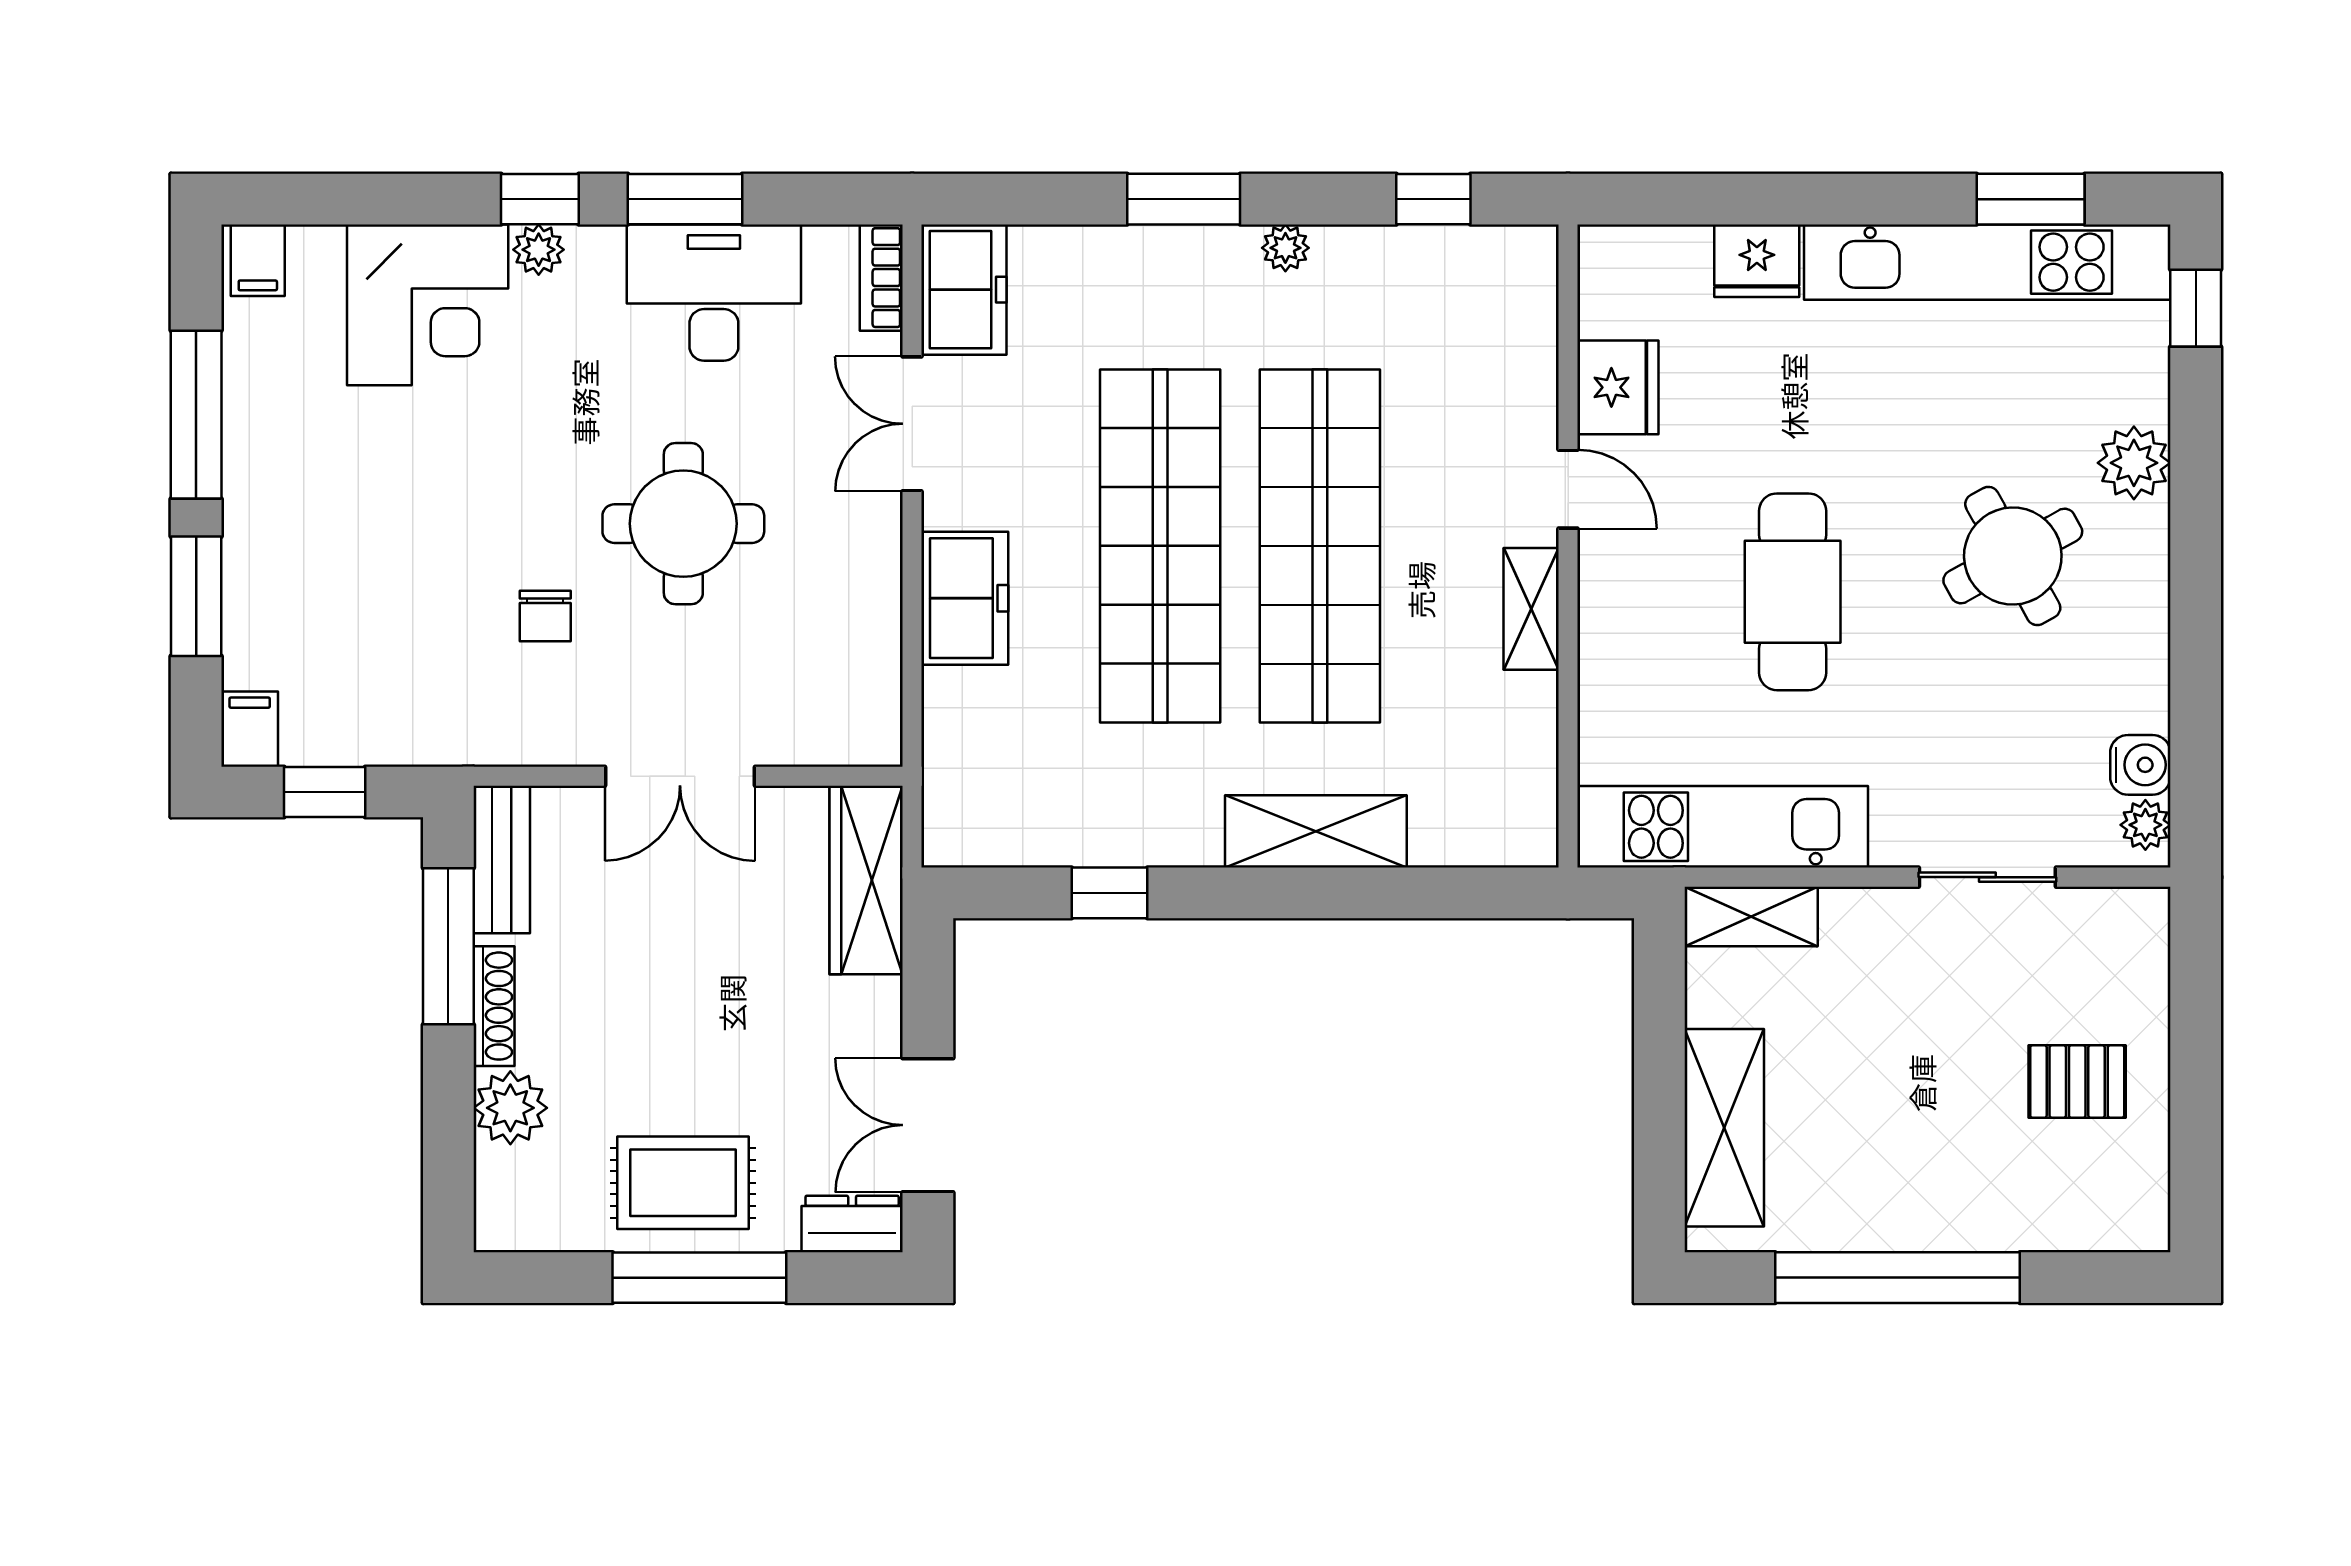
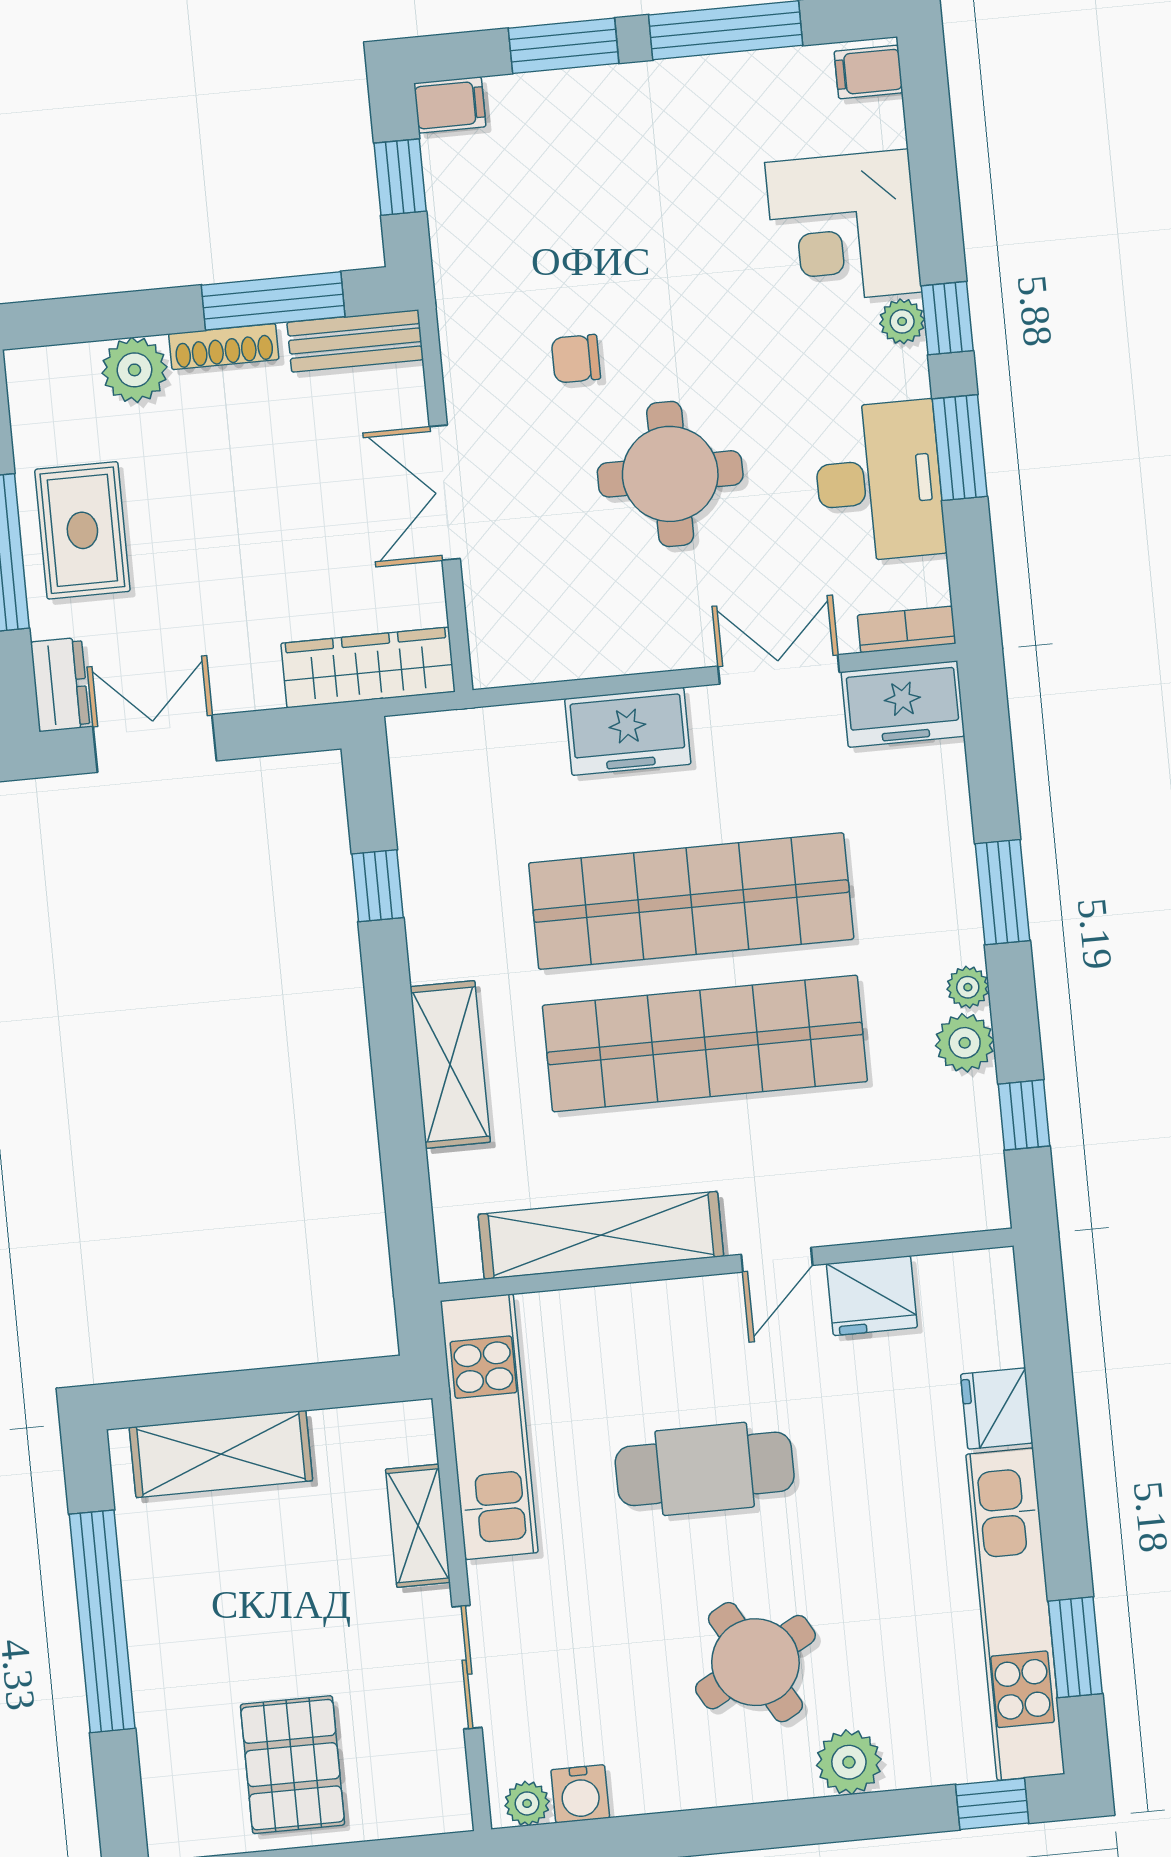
plant: (1347, 257) -> (965, 1043), added
shelving: (1531, 609) -> (601, 1235), width x2.20, depth x1.33
shelving: (1751, 916) -> (418, 1526), moved
pallet: (2077, 1081) -> (292, 1765), width x1.50, depth x1.42

